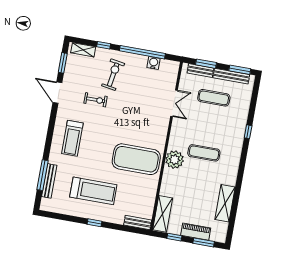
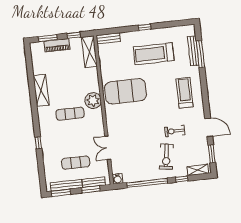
water cooler: (154, 63) -> (118, 179), moved
shelving: (225, 203) -> (41, 90), moved

